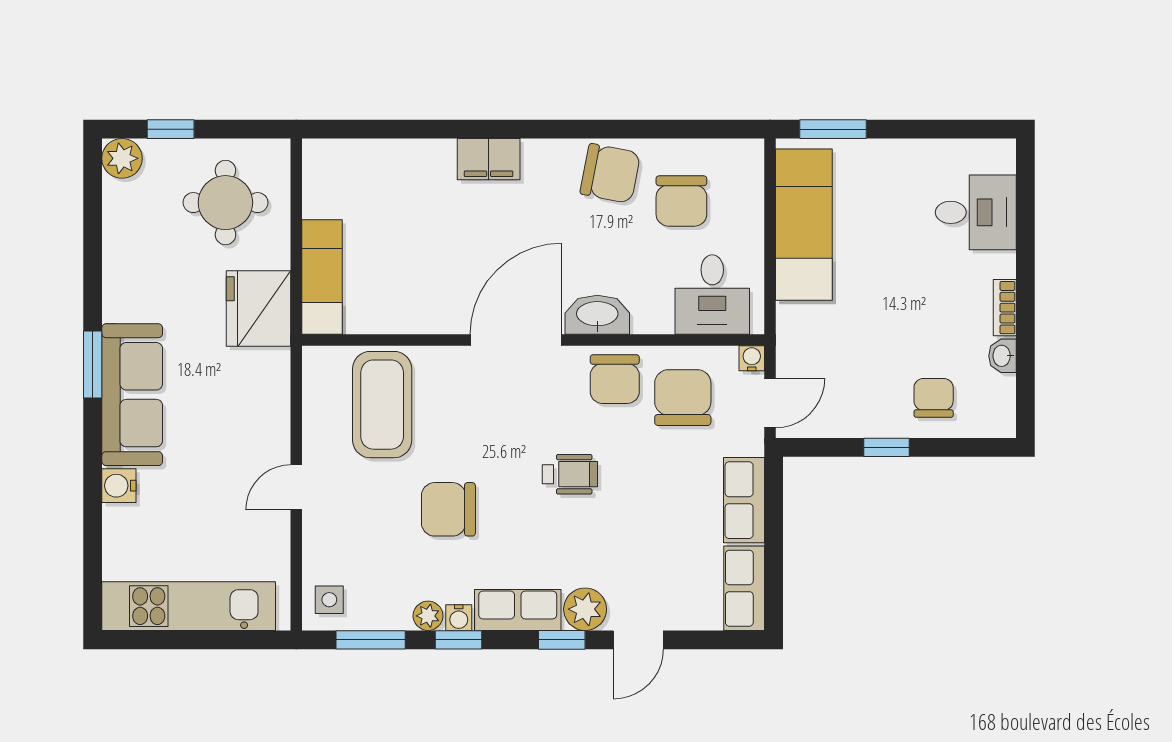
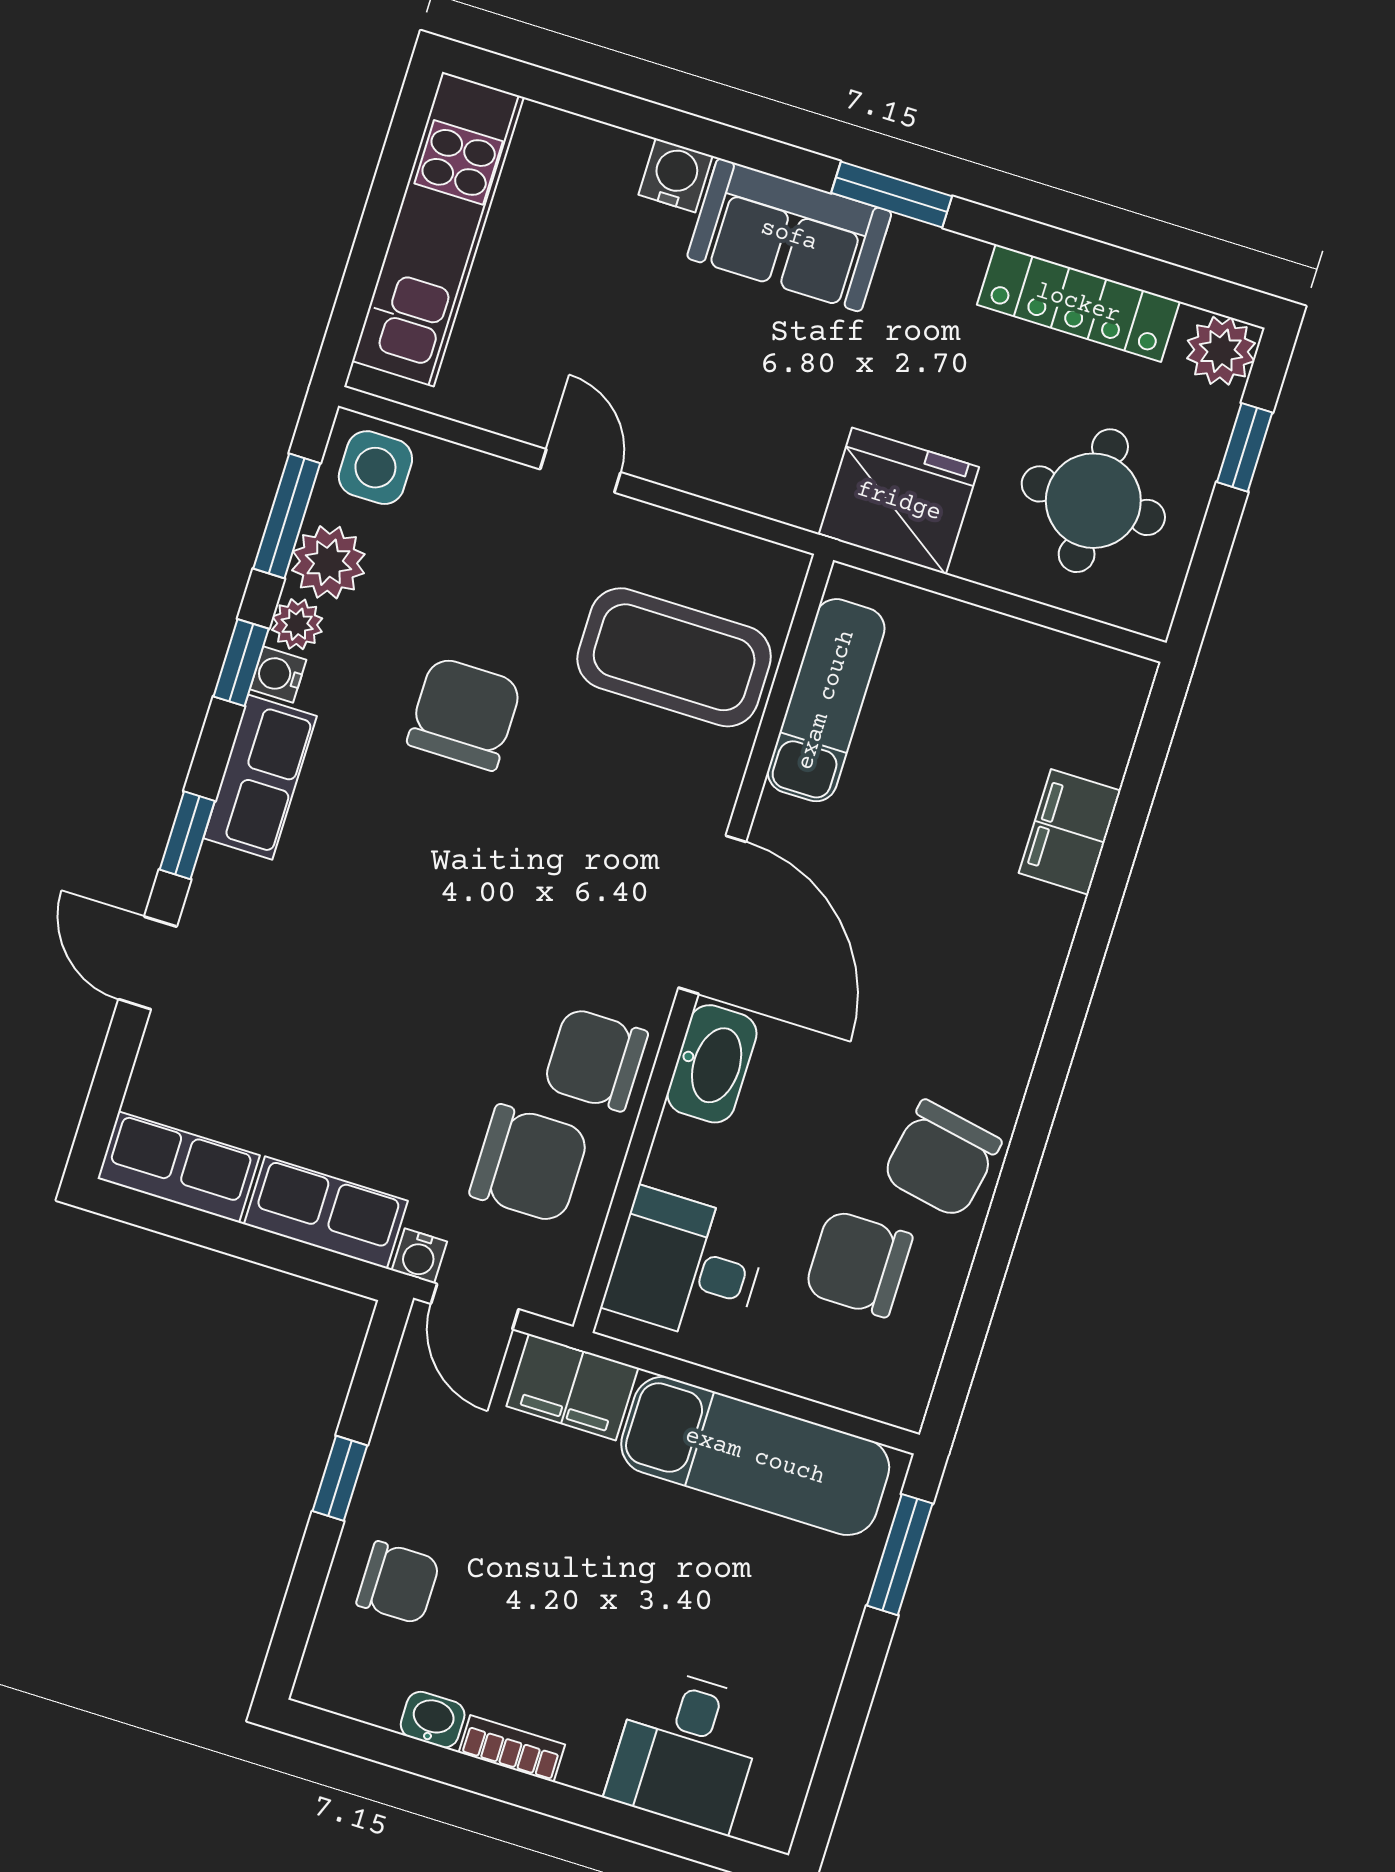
filing cabinet: (489, 159) -> (1070, 832), moved
locker: (120, 244) -> (1078, 303), added
exam couch: (322, 277) -> (826, 700), moved, turned -90
filing cabinet: (797, 336) -> (572, 1387), added
water cooler: (752, 358) -> (419, 1256), moved, turned 90
sofa: (132, 395) -> (789, 235), width x0.73
wheelchair: (570, 474) -> (460, 935), removed
side table: (329, 600) -> (375, 468), width x1.37, depth x1.37
plant: (585, 609) -> (328, 562), moved

